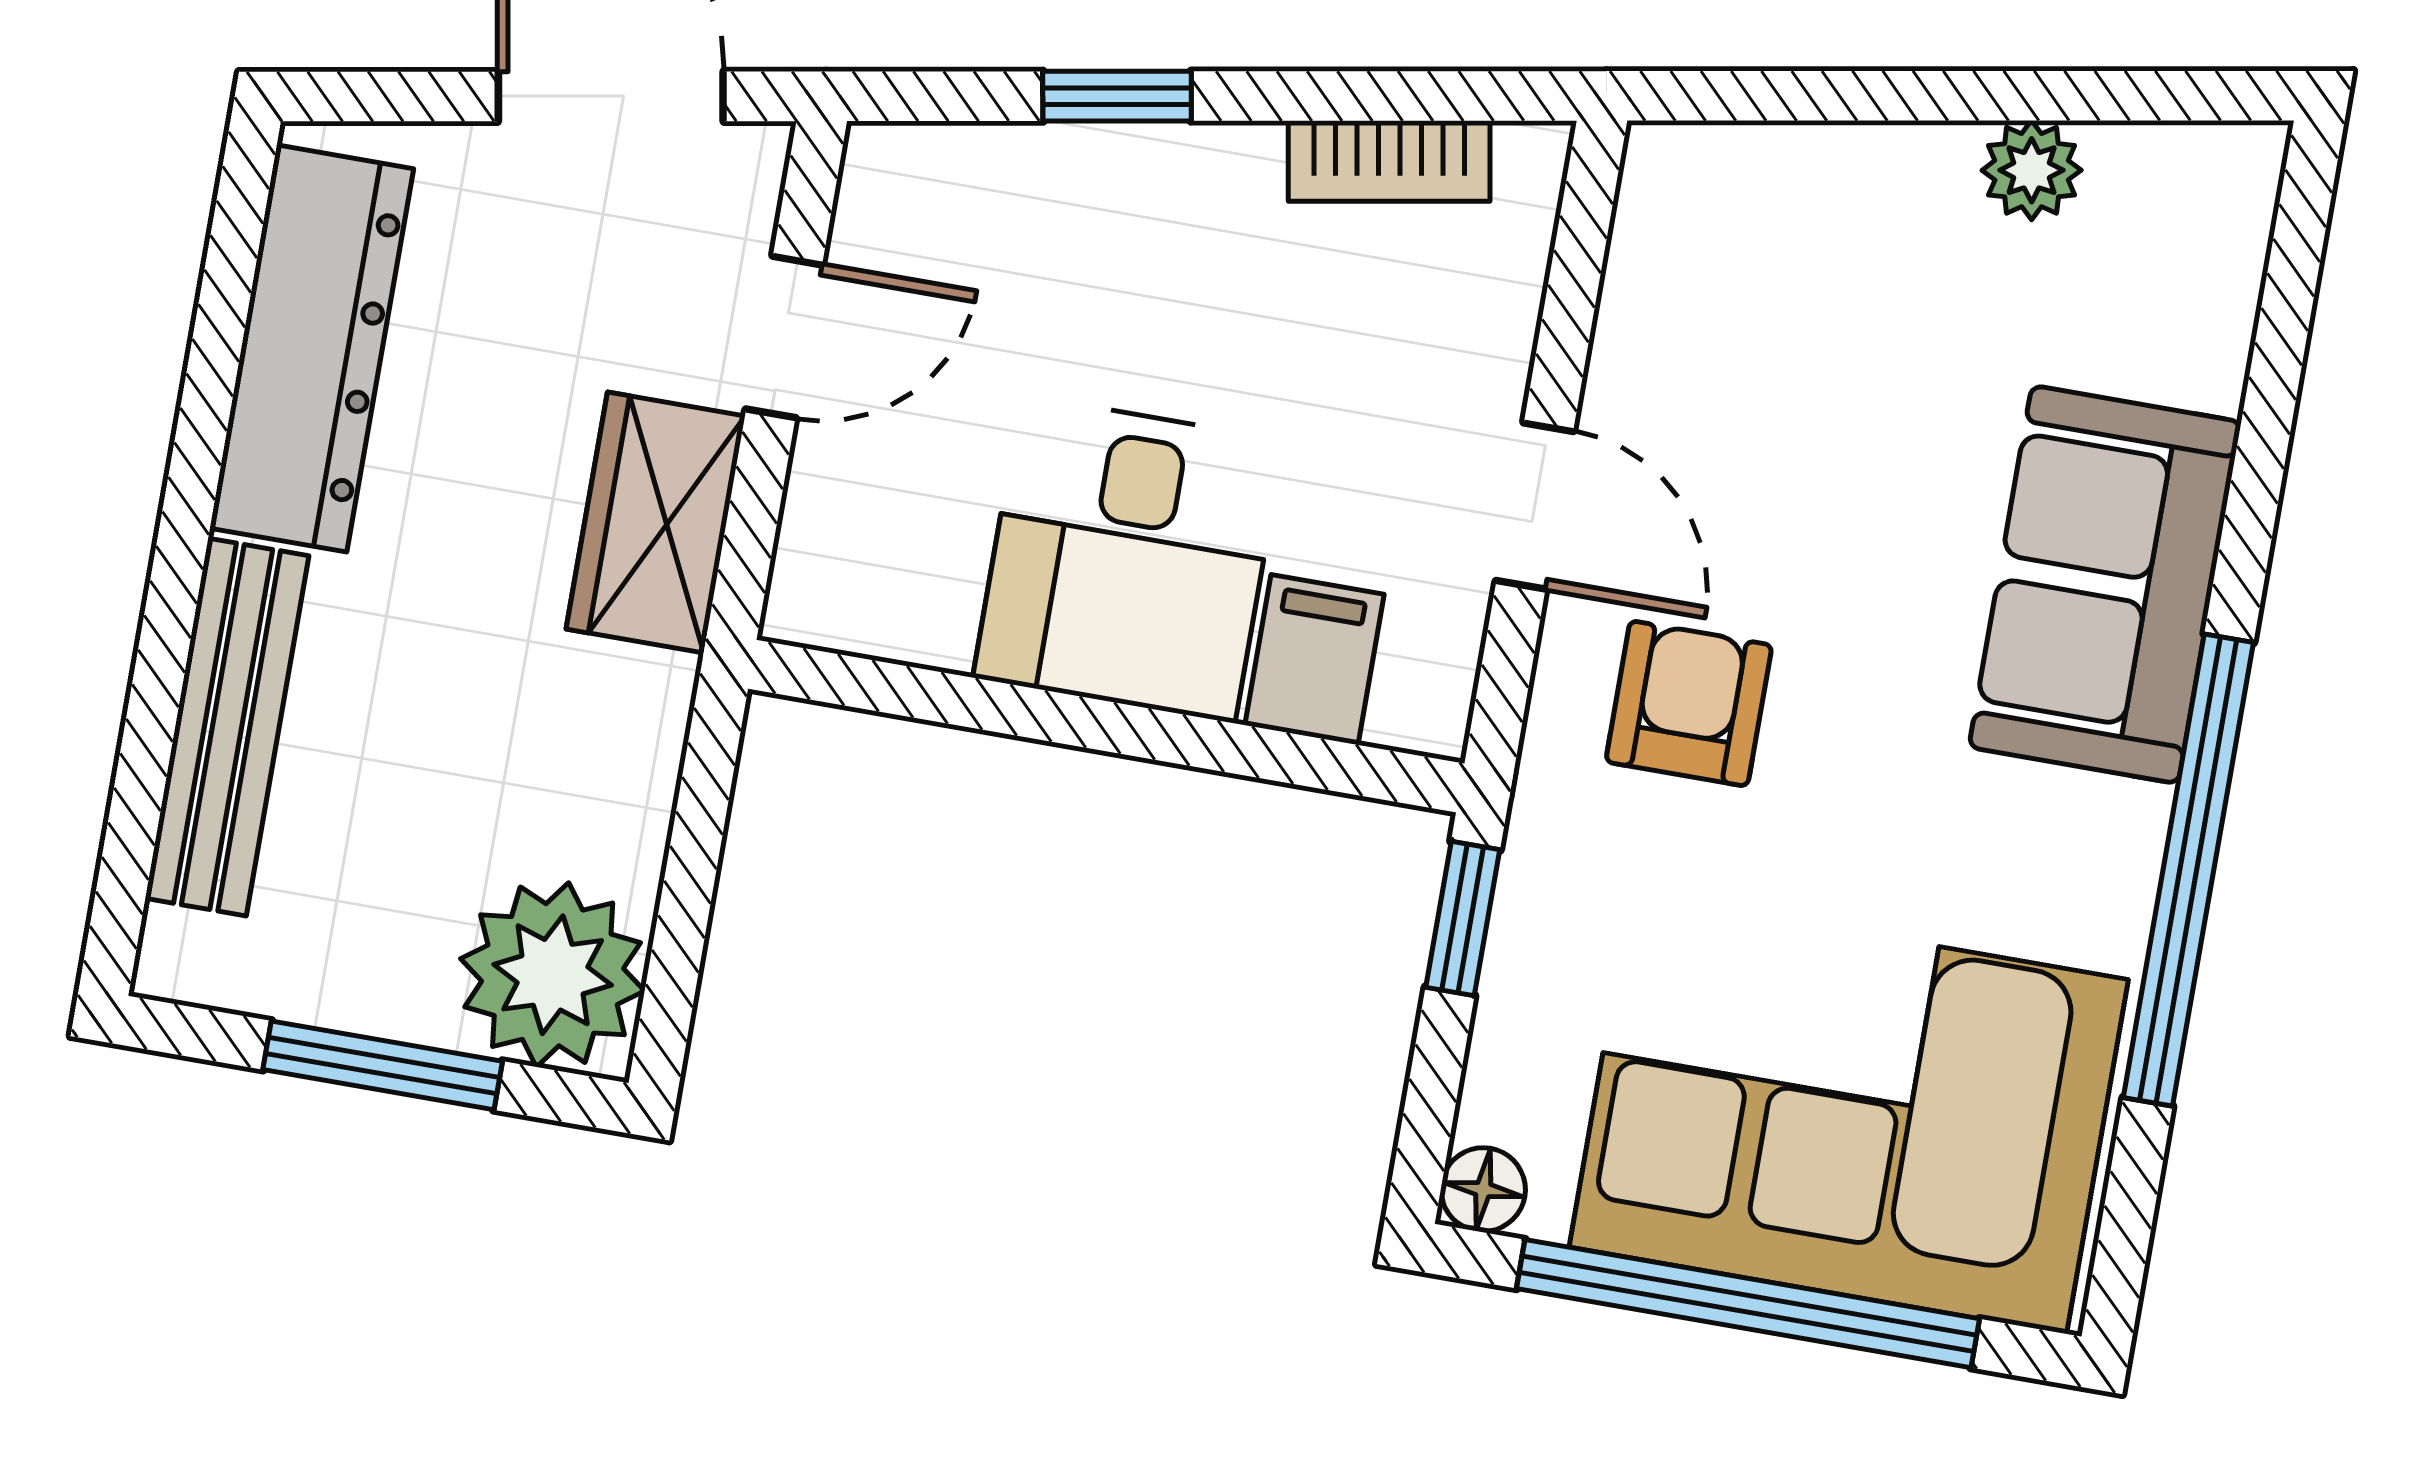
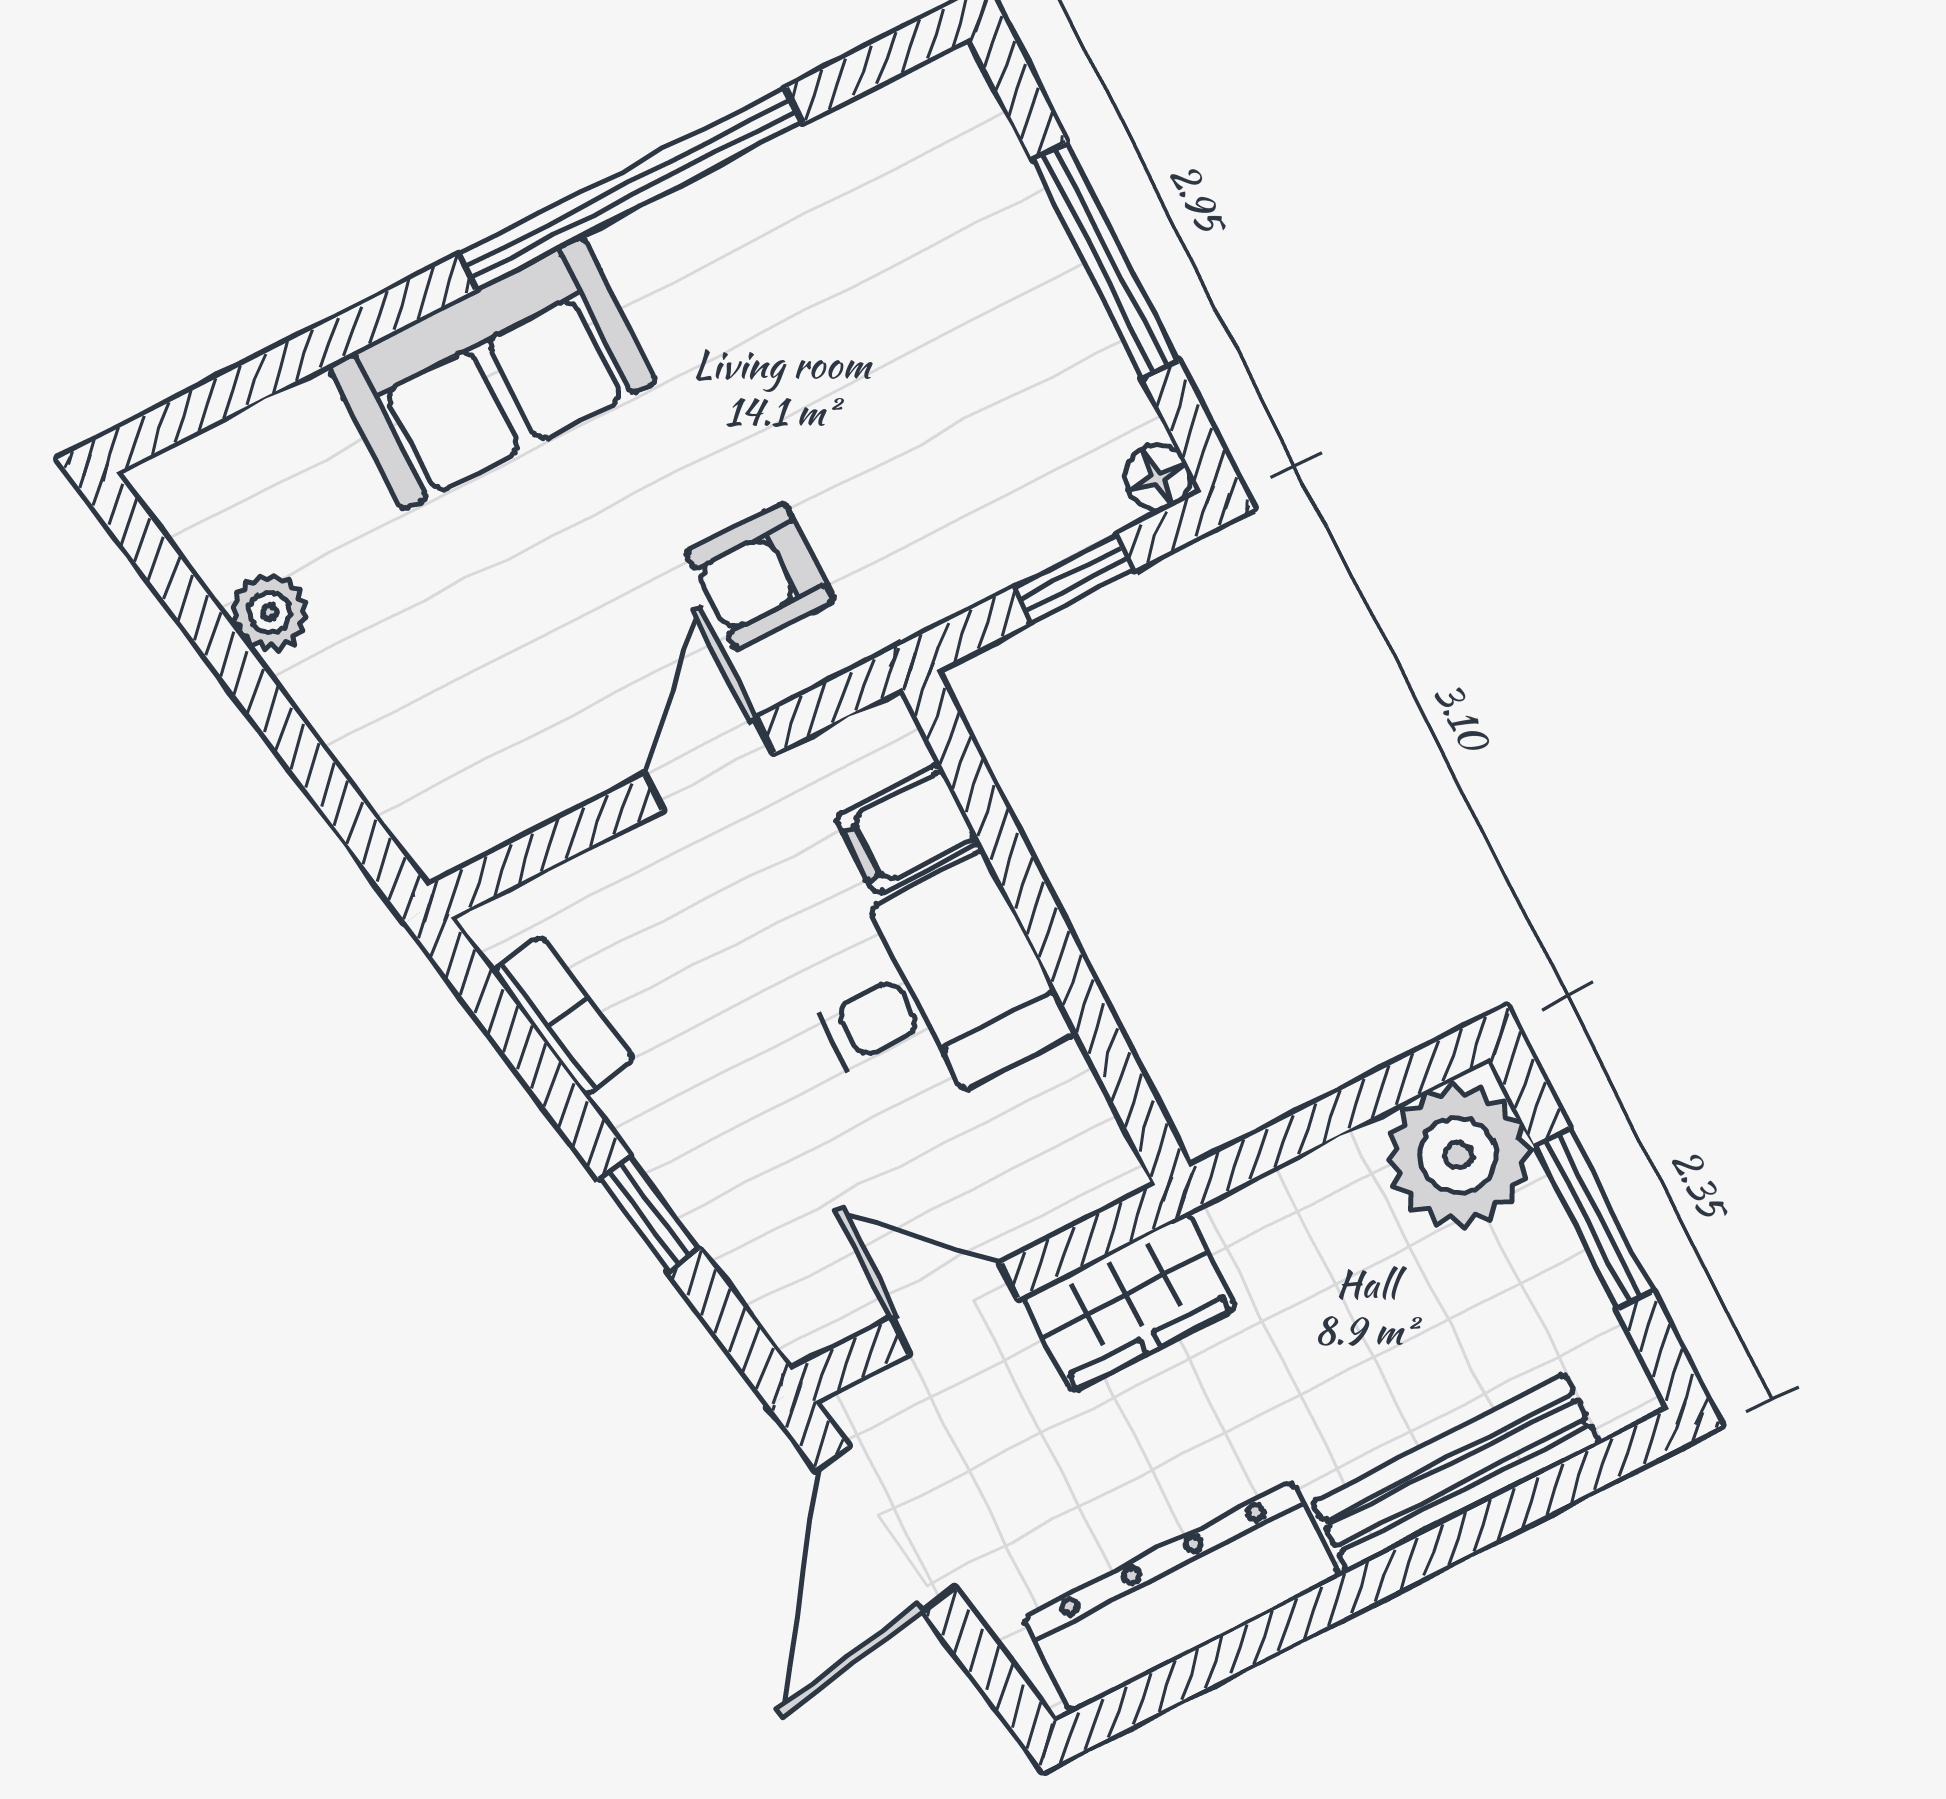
window: (1463, 918) -> (1074, 578), moved
corner sofa: (1849, 1113) -> (940, 286), removed
window: (1748, 1304) -> (1105, 260), width x0.68

